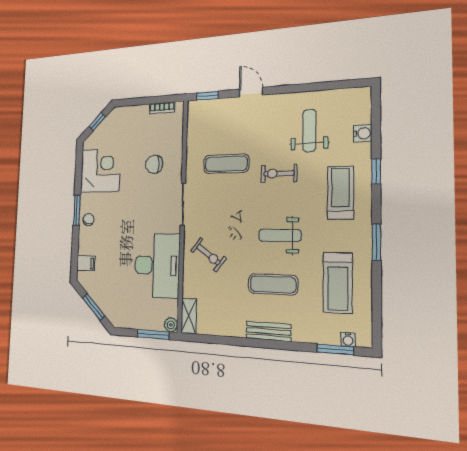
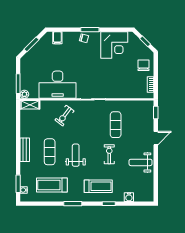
weight bench: (309, 131) -> (141, 162), moved, turned 180
chair: (154, 164) -> (143, 65), moved

